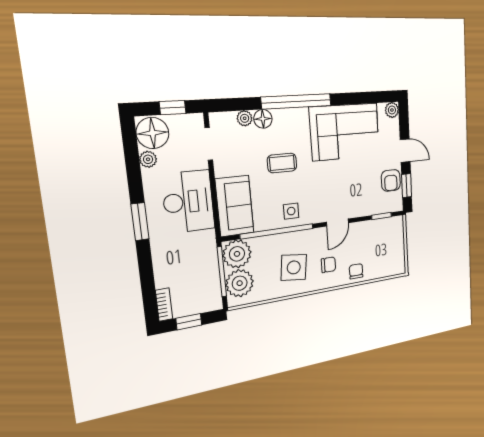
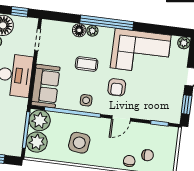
plant: (245, 118) -> (92, 31), moved
armchair: (391, 180) -> (117, 87), moved
chair: (328, 265) -> (148, 155), moved

